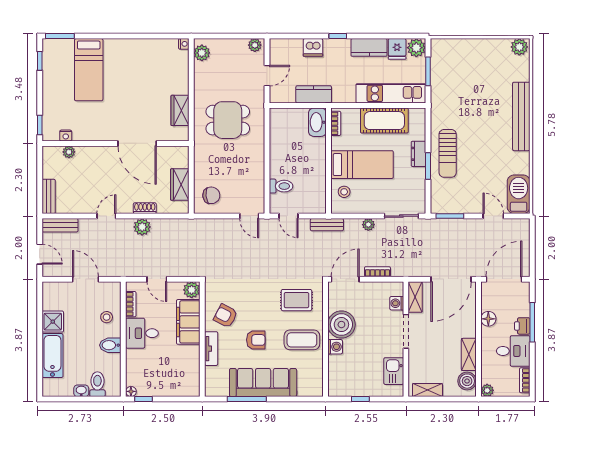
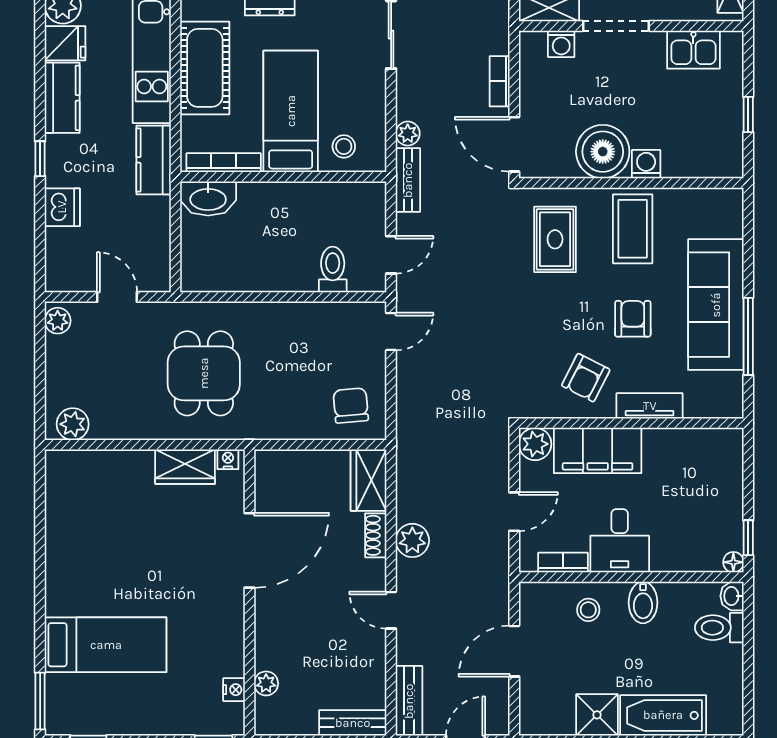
nightstand: (184, 44) -> (228, 459), moved
kitchen counter: (314, 94) -> (154, 160), moved
bookcase: (336, 123) -> (224, 163), width x1.56
wardrobe: (180, 184) -> (369, 480), moved, turned 90
plant: (368, 225) -> (408, 134), moved
washbasin: (81, 391) -> (732, 596), moved

